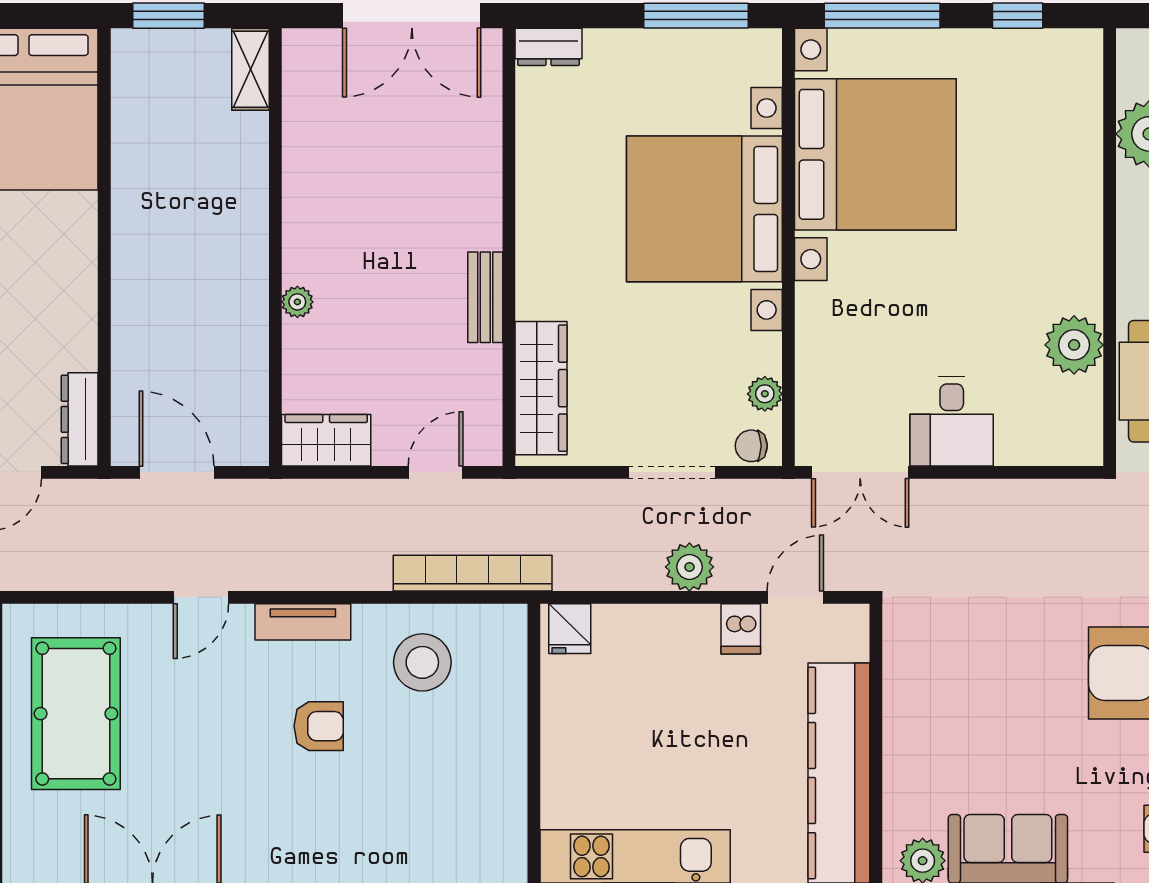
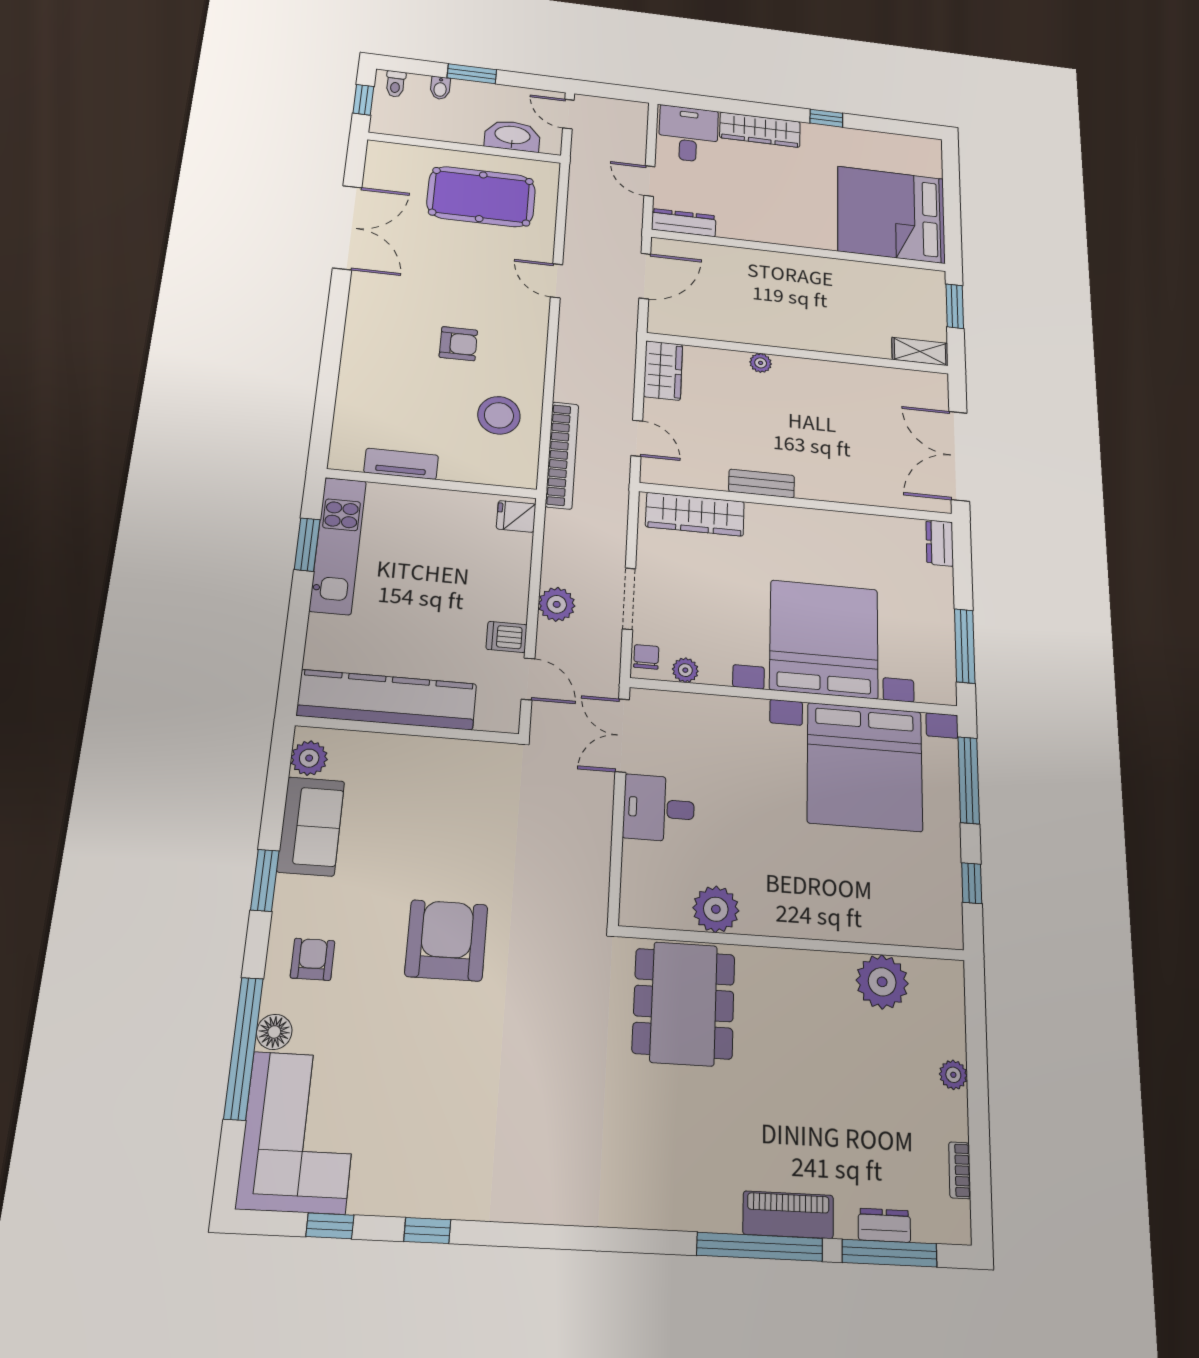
tv unit: (303, 622) -> (401, 464), moved, turned 90
armchair: (319, 726) -> (458, 344), turned -90

